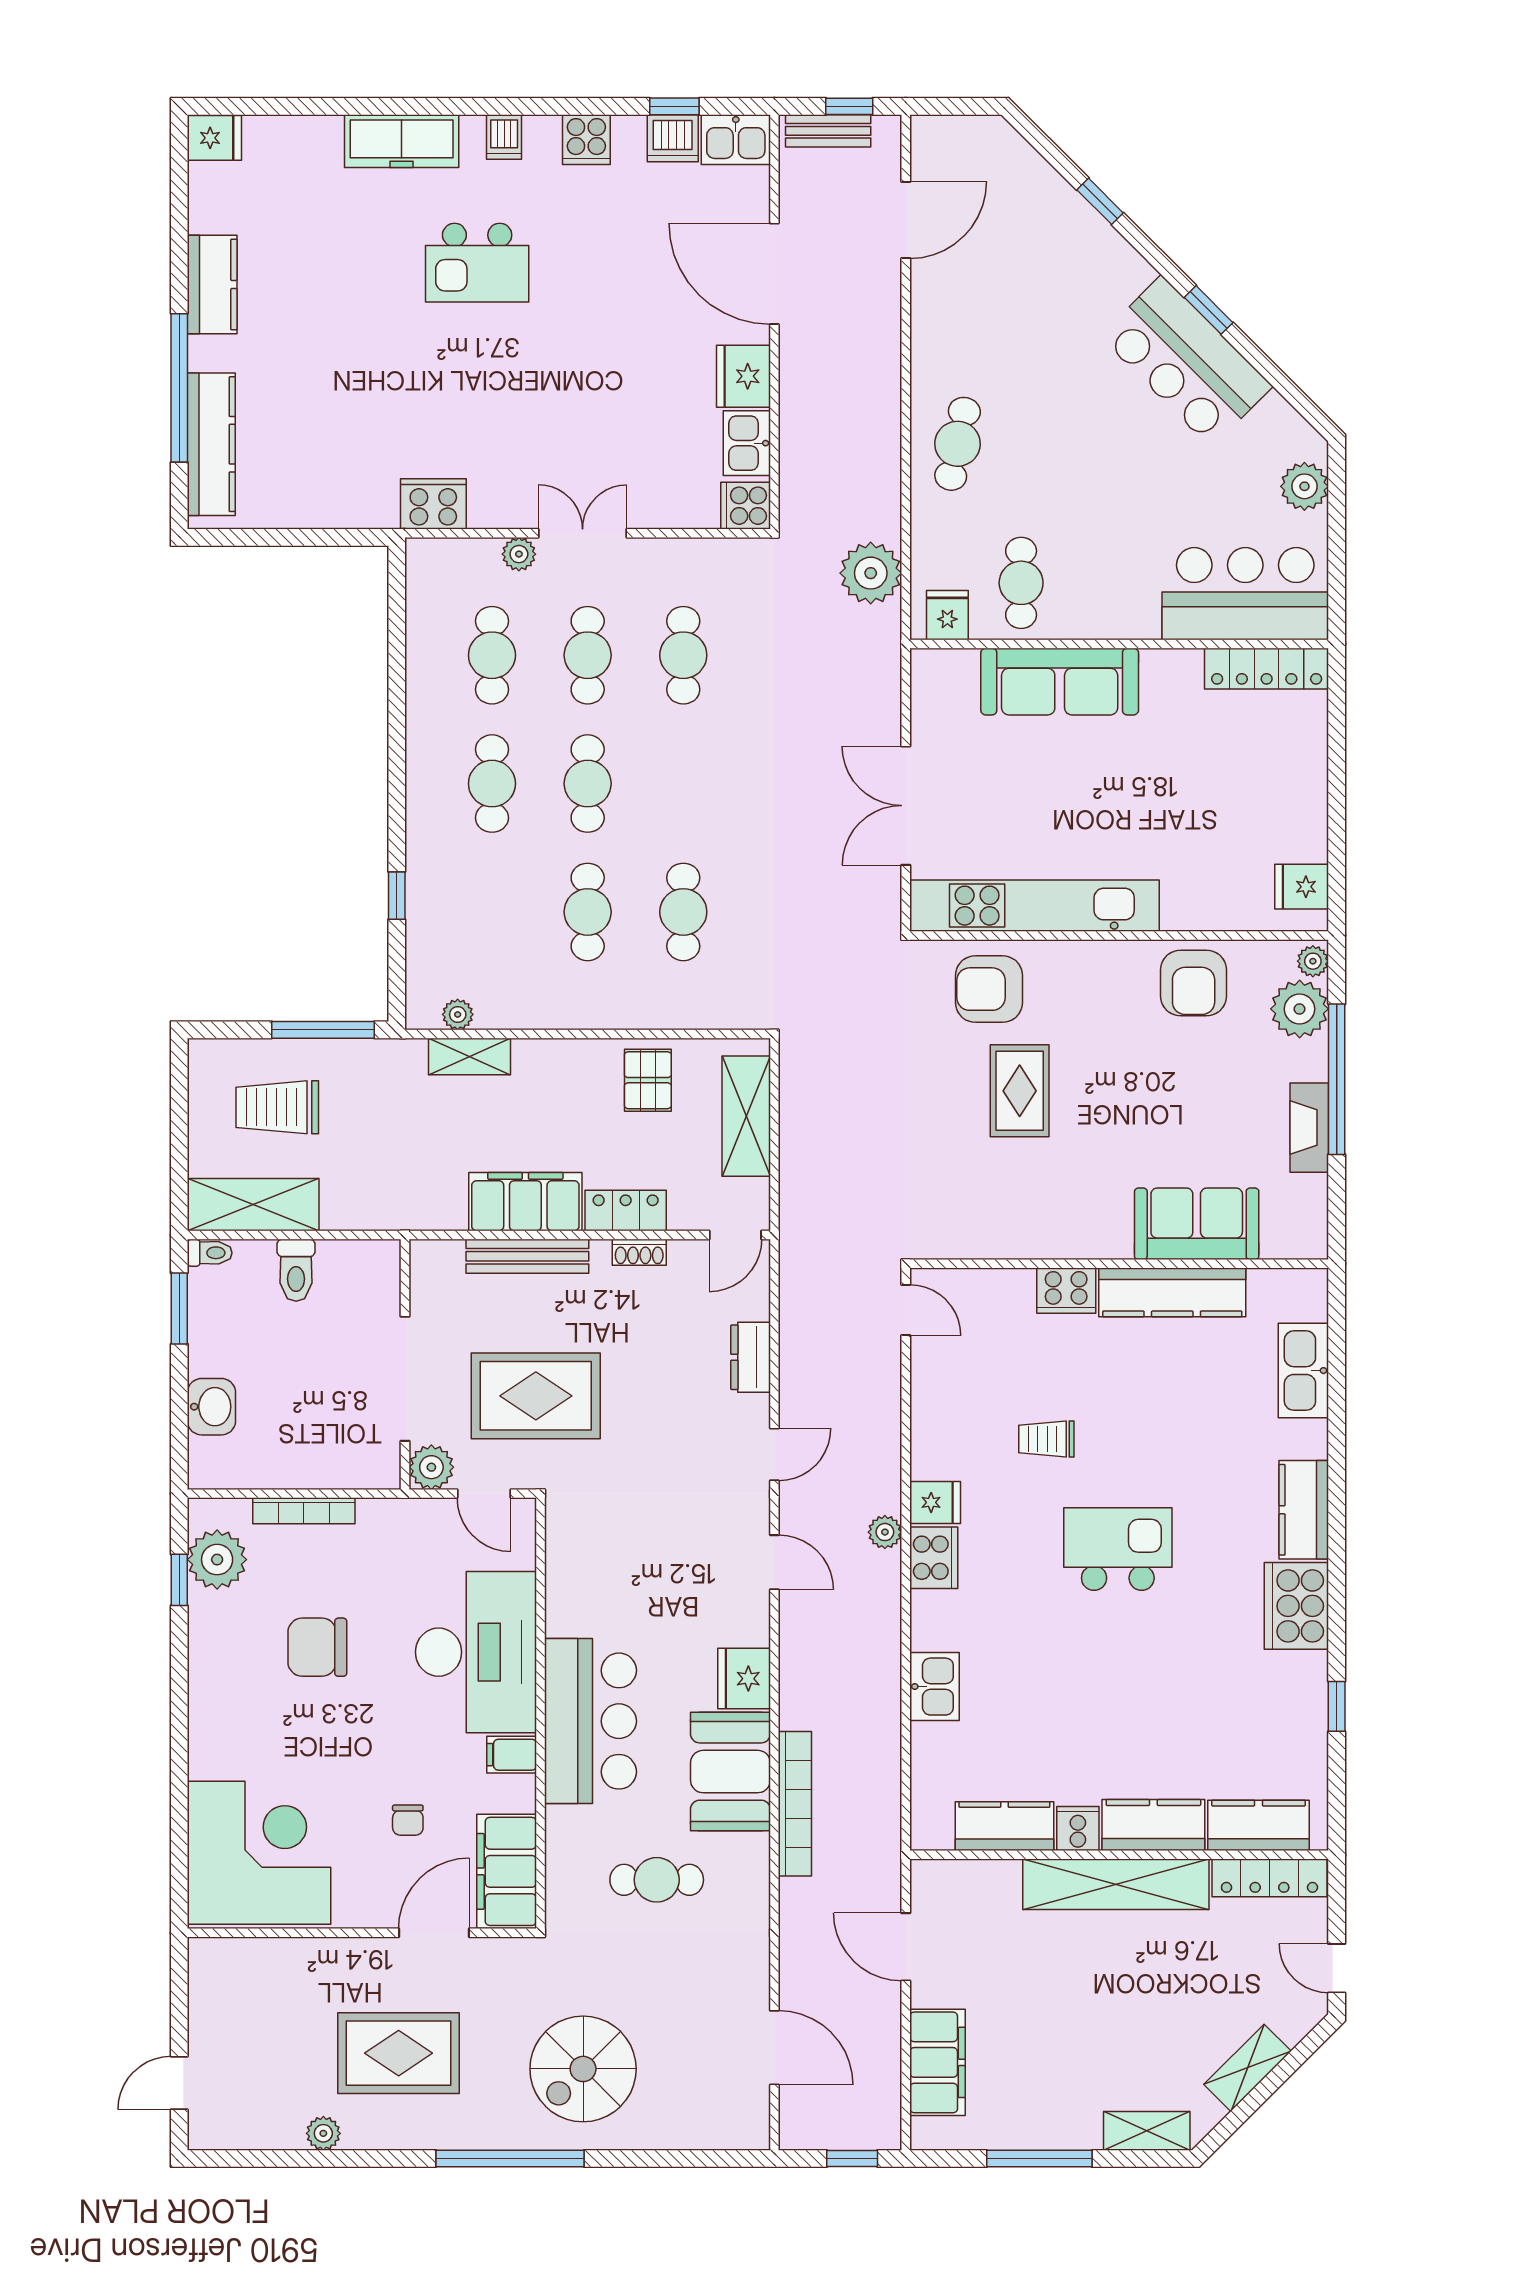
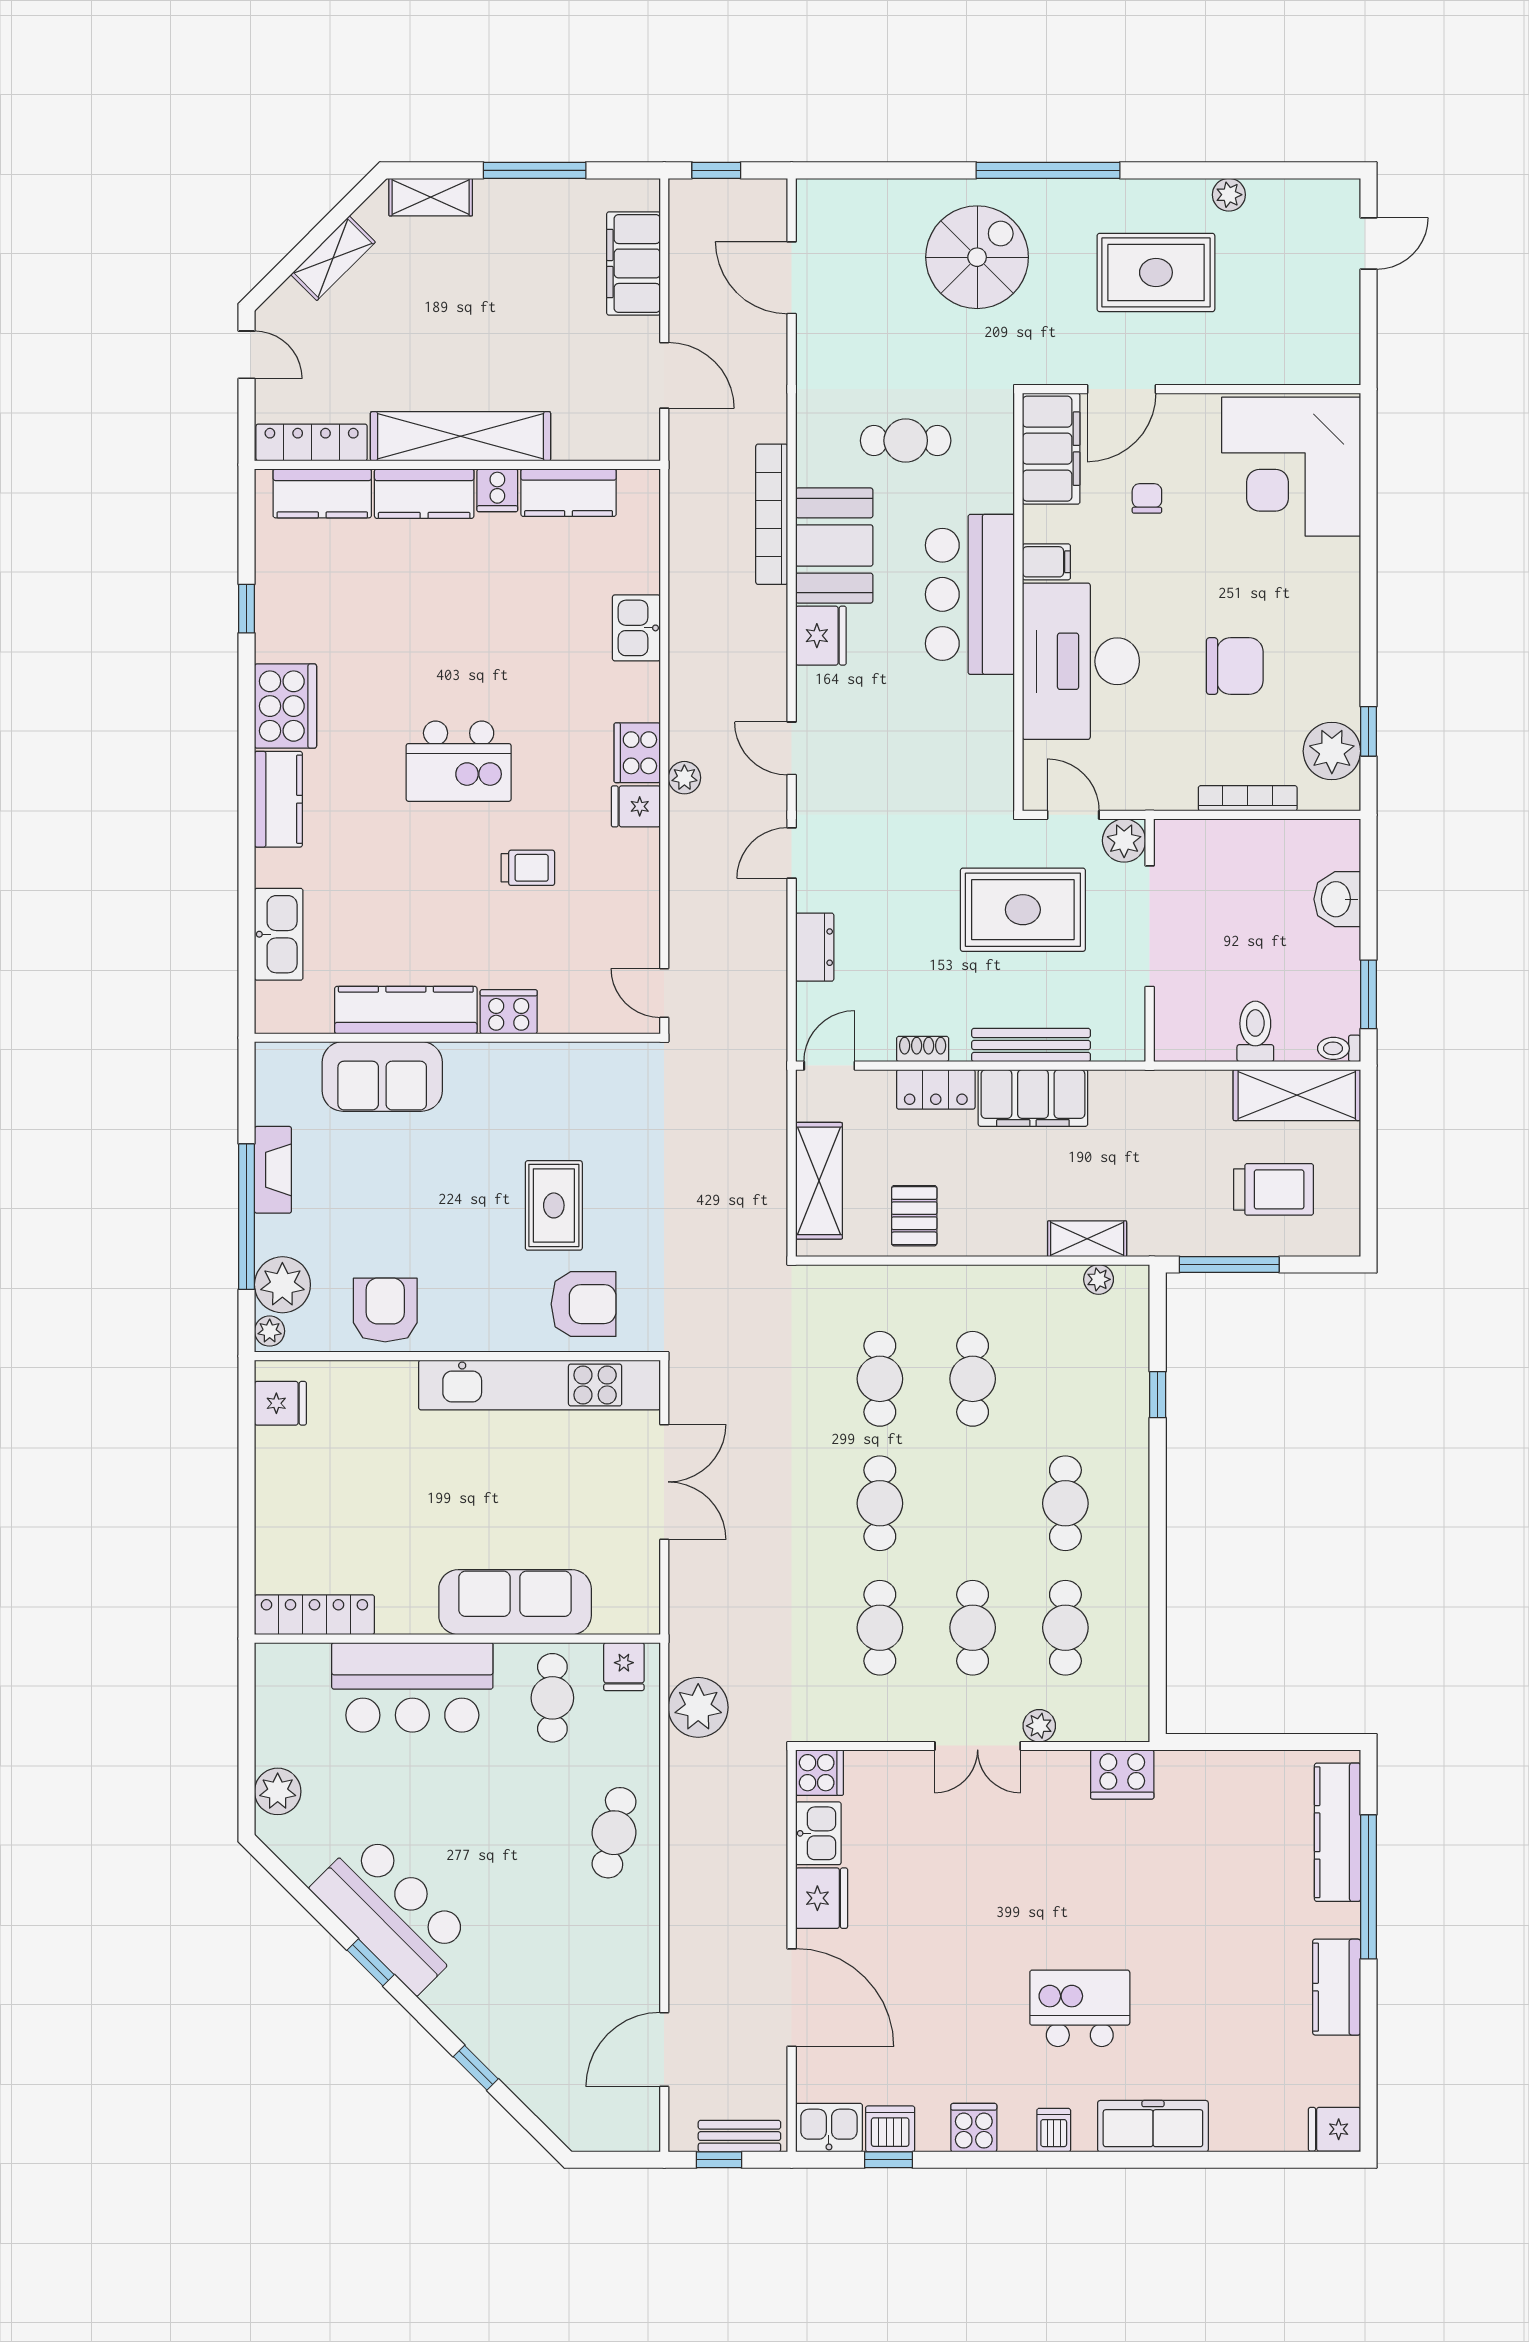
bar counter: (1245, 594) -> (412, 1687), moved
cafe table: (588, 784) -> (880, 1503), moved

